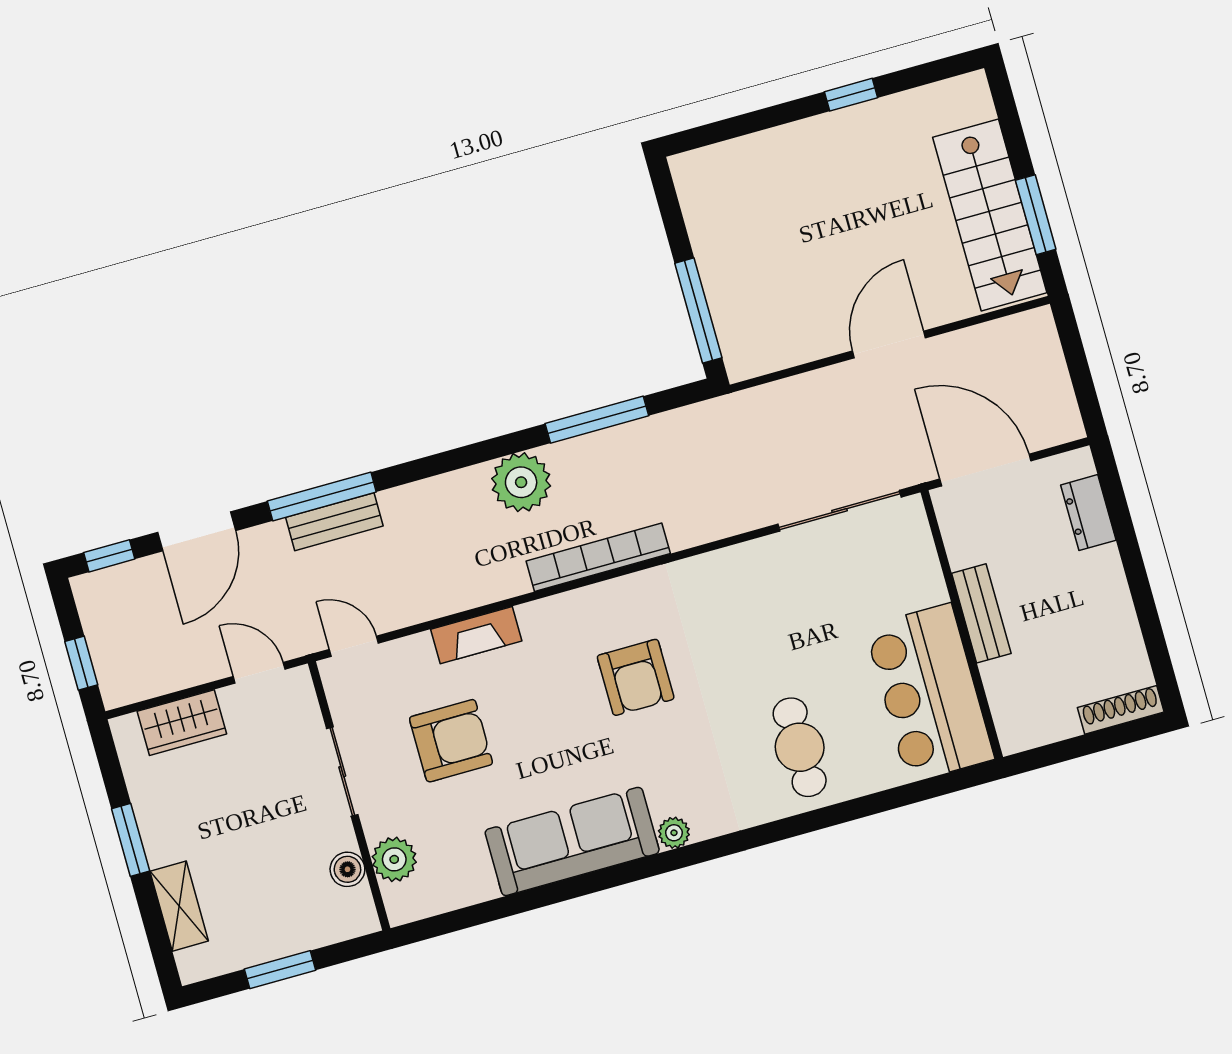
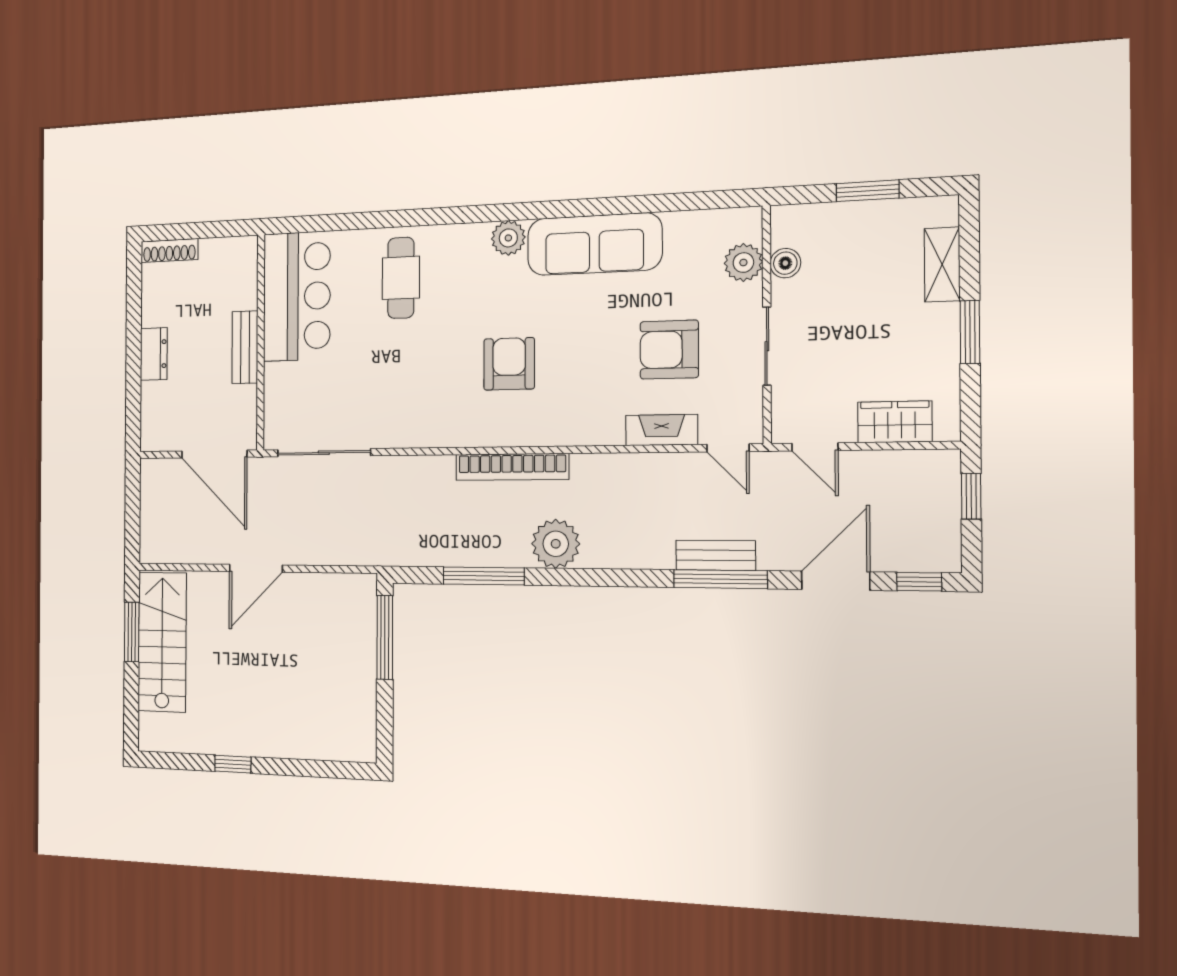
dresser: (1088, 513) -> (154, 354), moved
fireplace: (476, 635) -> (662, 430), moved
plant: (674, 833) -> (508, 238), width x1.38, depth x1.38

